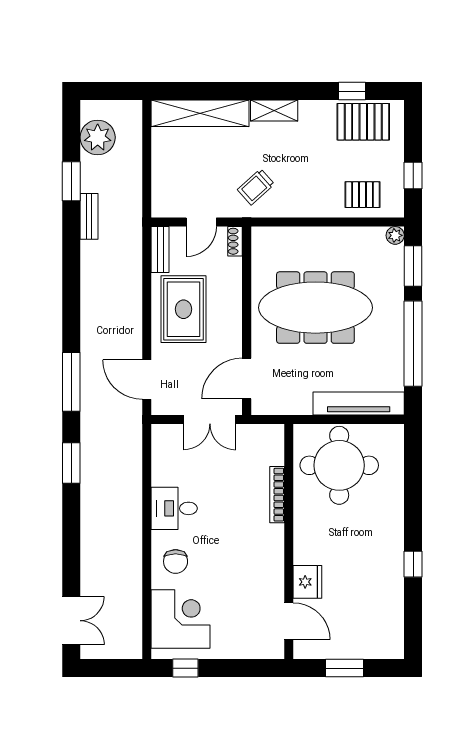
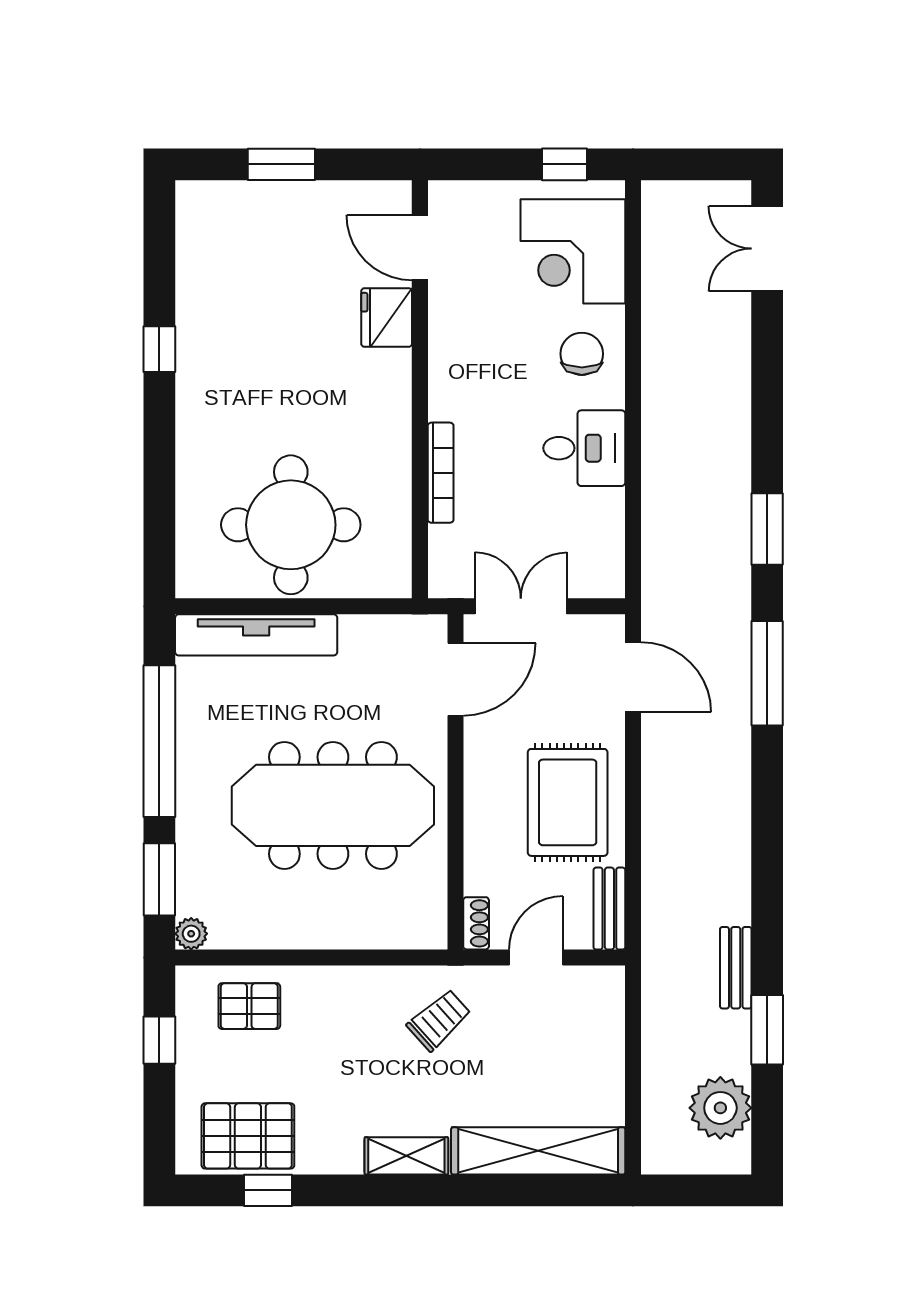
bookcase: (277, 495) -> (441, 473), moved
wall: (289, 542) -> (420, 389), moved
fridge: (307, 582) -> (387, 317), moved
door: (289, 621) -> (420, 248), moved

